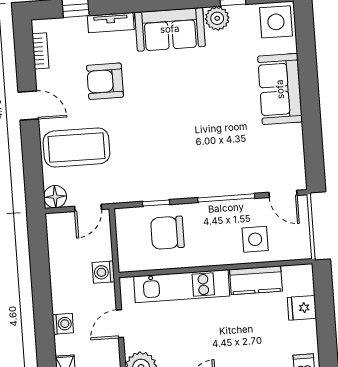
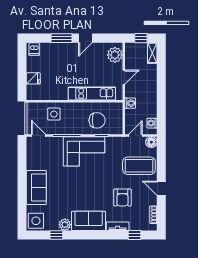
armchair: (105, 81) -> (123, 197), turned 90
corner sofa: (189, 169) -> (84, 151), added
kitchen counter: (256, 280) -> (55, 94), removed
washing machine: (63, 324) -> (152, 123), moved

